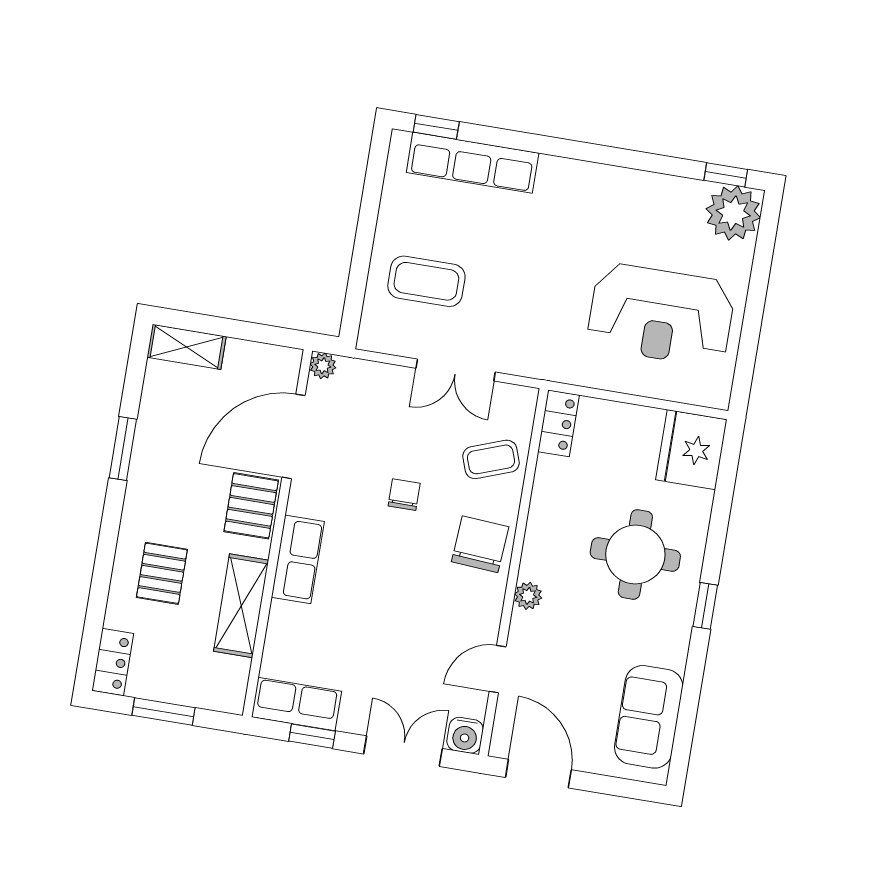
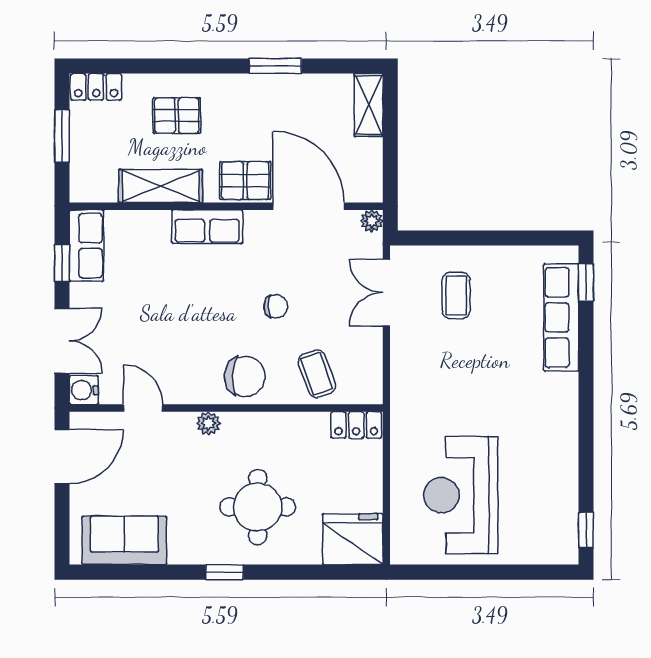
plant: (733, 213) -> (555, 541), removed
coffee table: (426, 281) -> (456, 295), width x0.73, depth x0.77
double door: (456, 370) -> (386, 293), moved

